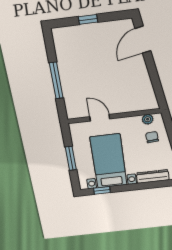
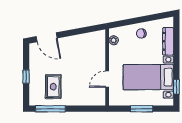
rug: (80, 56) -> (53, 87), added
window: (56, 81) -> (50, 109), moved
chair: (152, 137) -> (141, 33), moved

